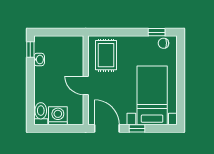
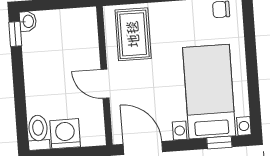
washbasin: (39, 60) -> (28, 21), moved
window: (137, 128) -> (219, 142), moved

